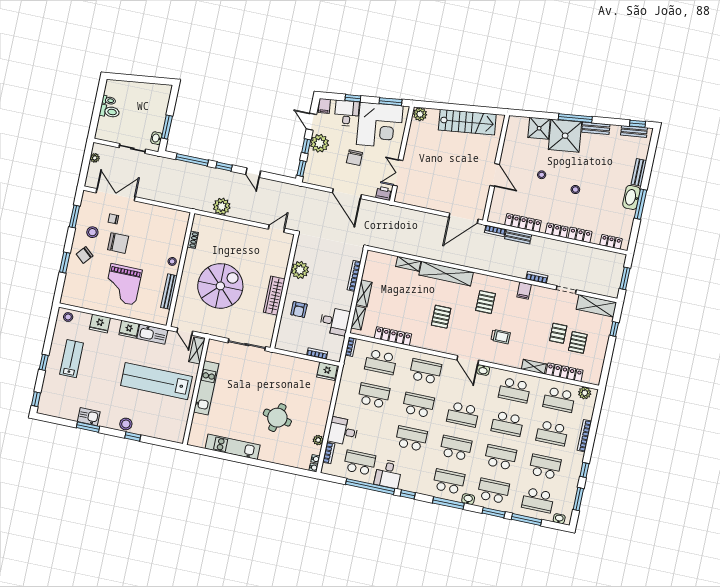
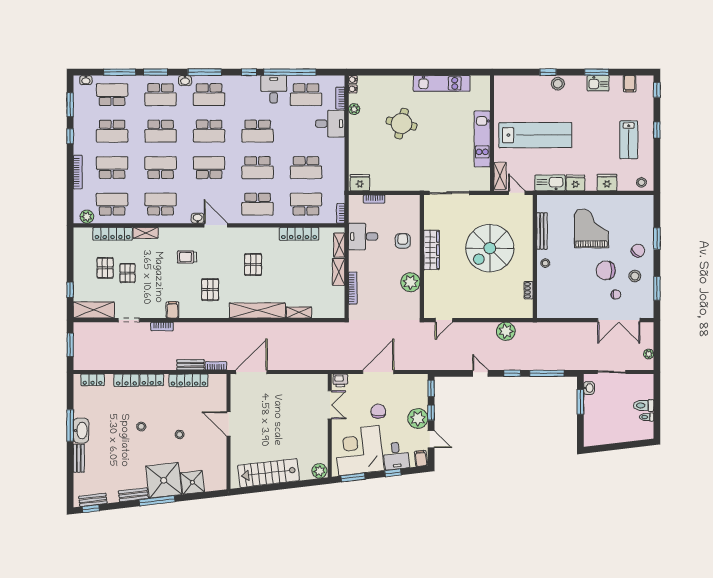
door: (347, 194) -> (378, 372), hinge flipped
filing cabinet: (60, 410) -> (630, 84), added

